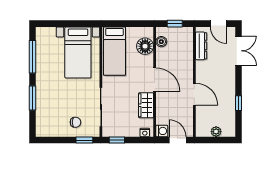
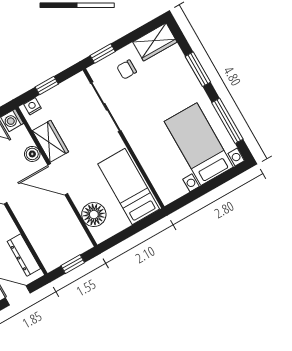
boiler: (161, 42) -> (32, 154), moved
bed with nightstands: (78, 52) -> (199, 144), moved
wardrobe: (49, 129) -> (155, 42), added
window: (117, 140) -> (47, 85), moved

